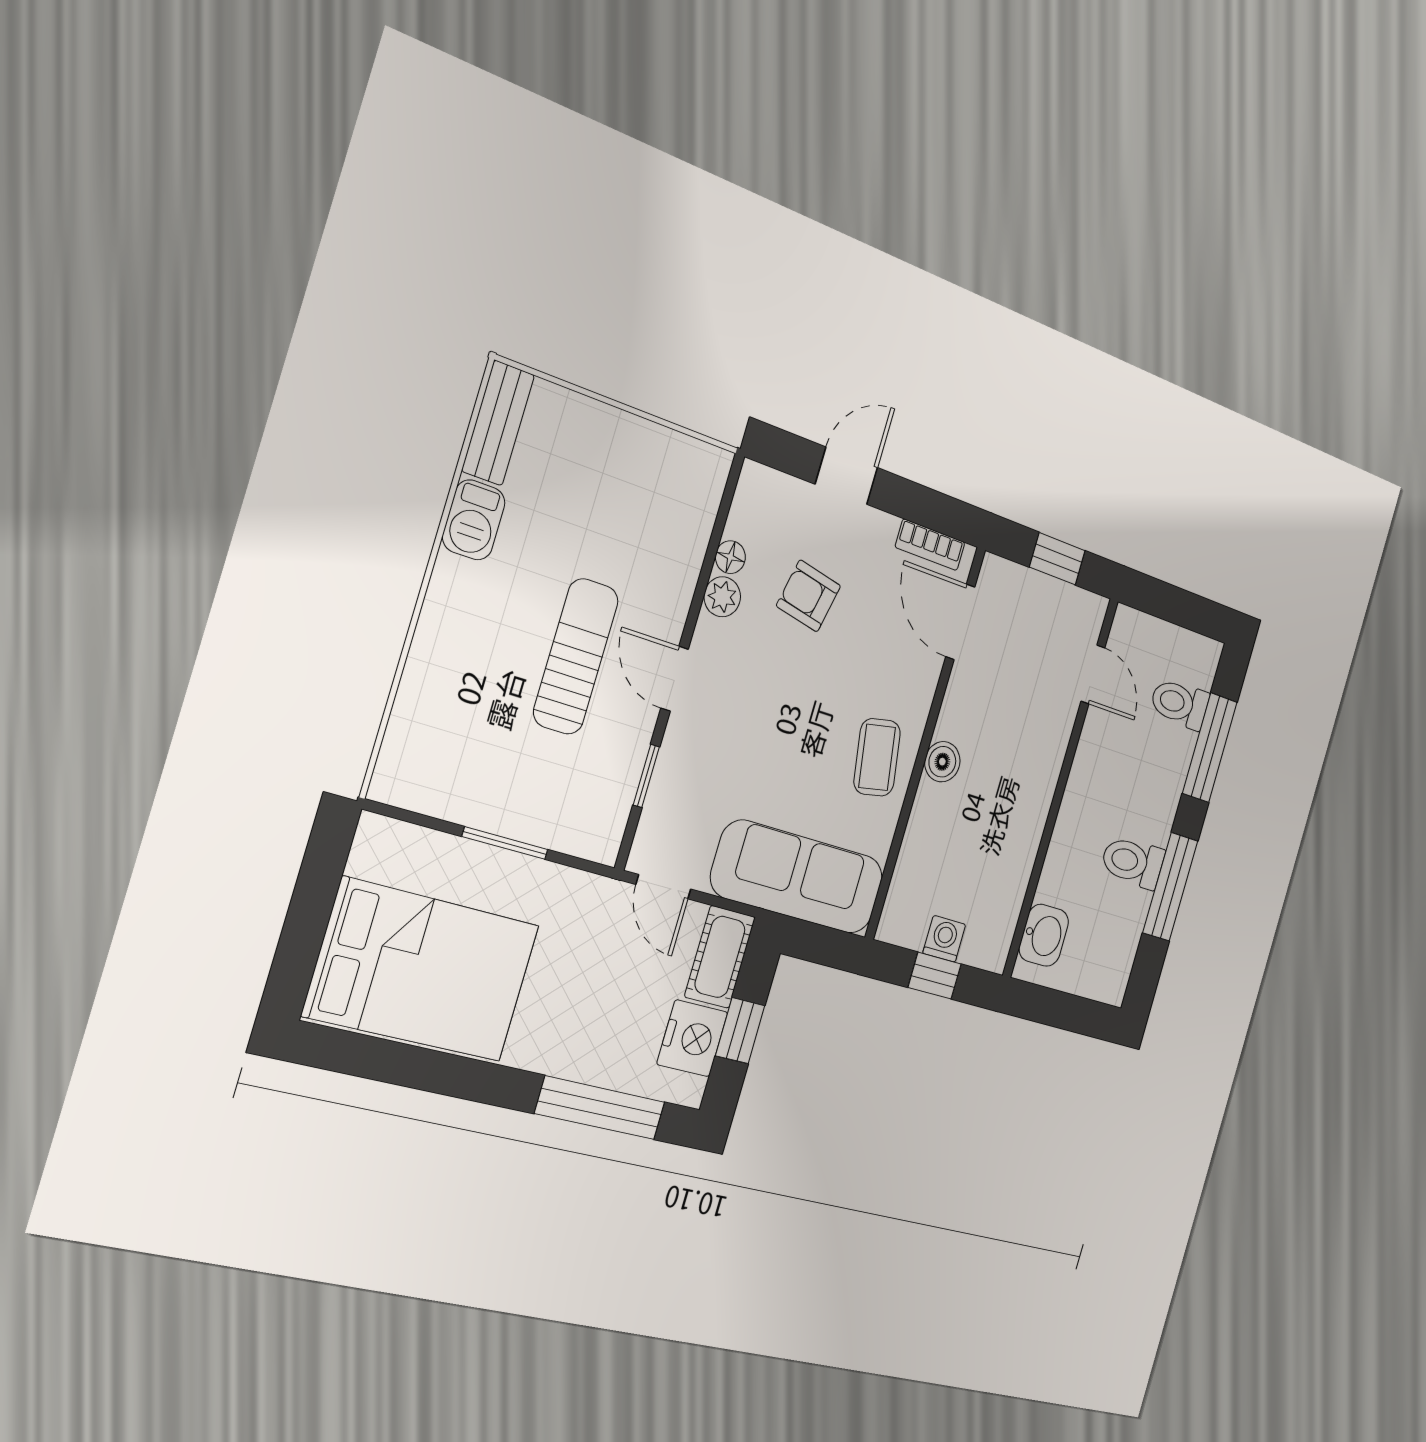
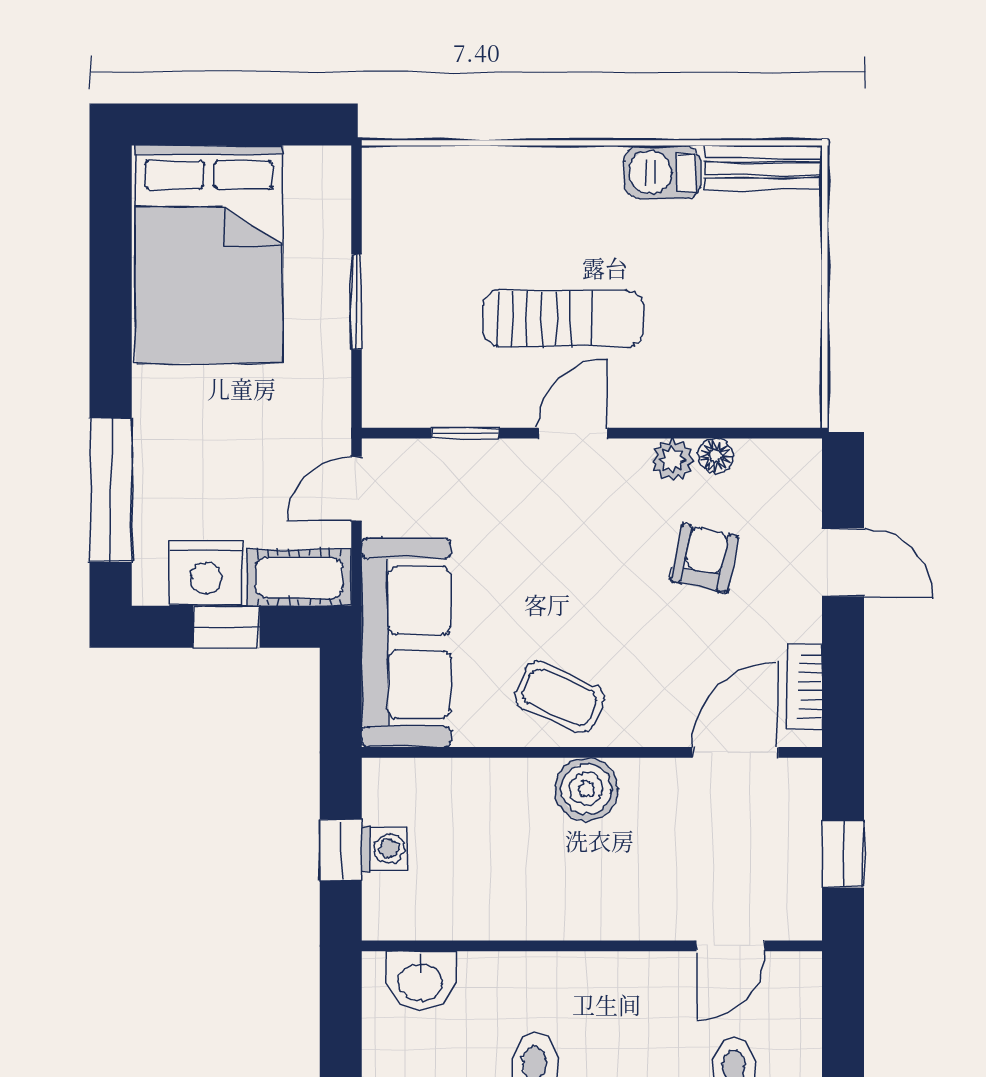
coffee table: (877, 757) -> (560, 697), turned 33
boiler: (942, 762) -> (586, 789), width x1.36, depth x1.36

